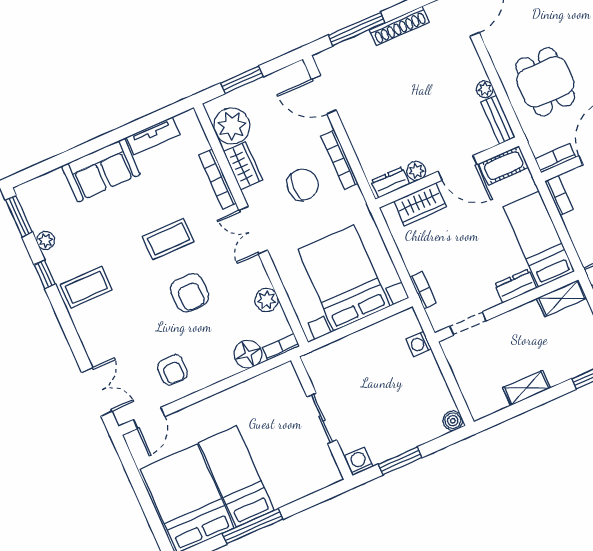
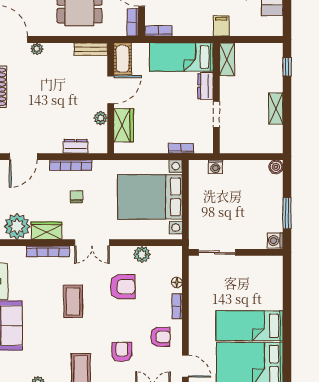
plant: (485, 89) -> (37, 49), moved
dresser: (390, 182) -> (76, 146), moved, turned 90
chair: (303, 185) -> (76, 197), width x0.54, depth x0.54
armchair: (190, 293) -> (123, 287), moved
doorway: (468, 324) -> (216, 114), moved
armchair: (132, 329) -> (122, 352), added
bookcase: (281, 347) -> (177, 306), moved
floor lamp: (248, 354) -> (177, 282), width x0.53, depth x0.53
sliding door: (322, 418) -> (217, 252), moved
window: (252, 526) -> (287, 330), removed

